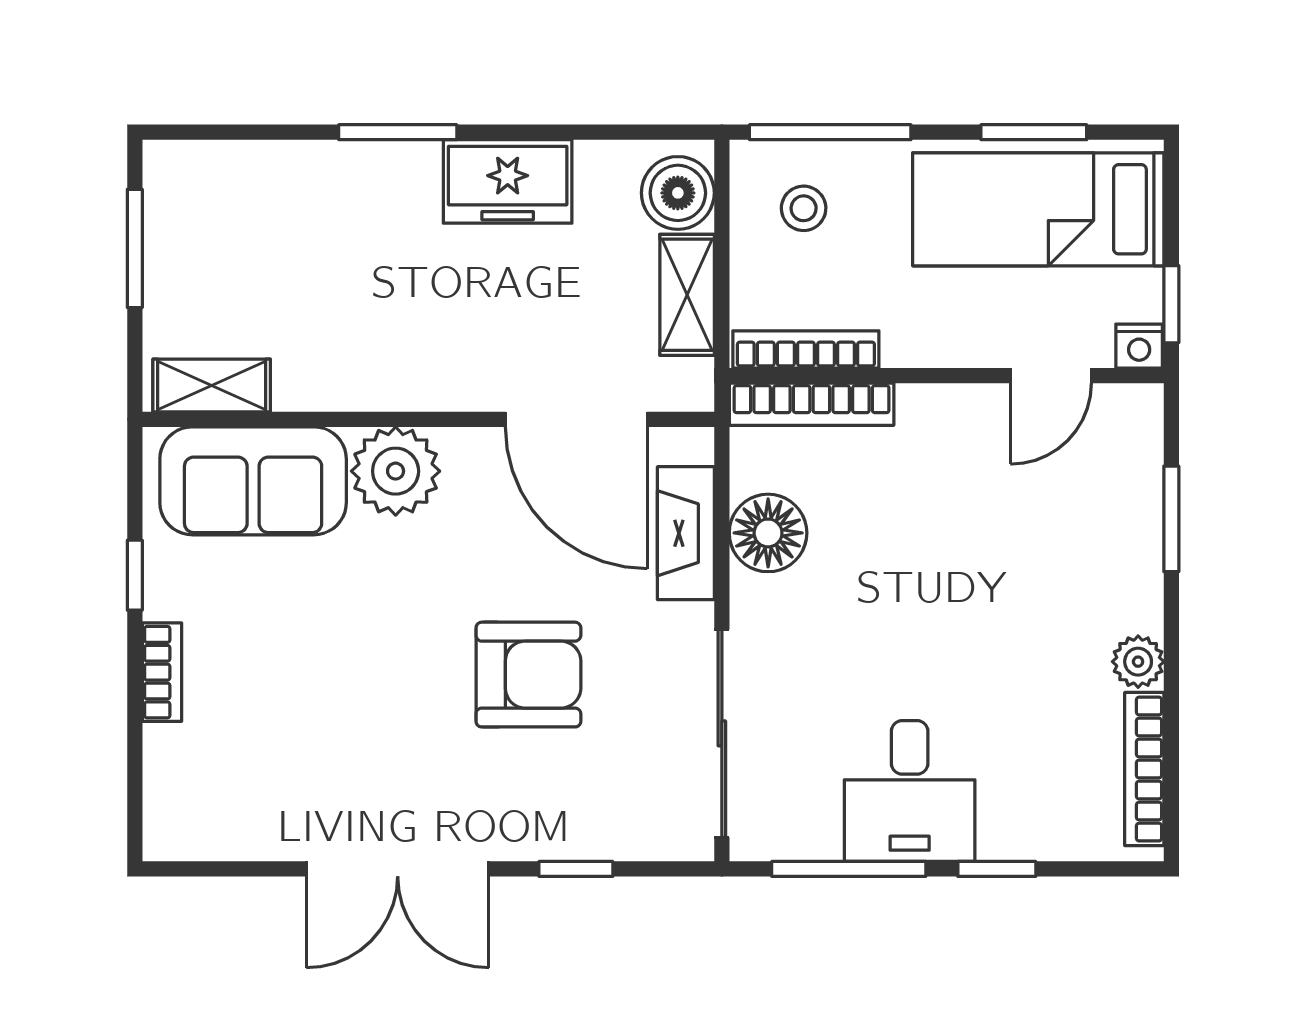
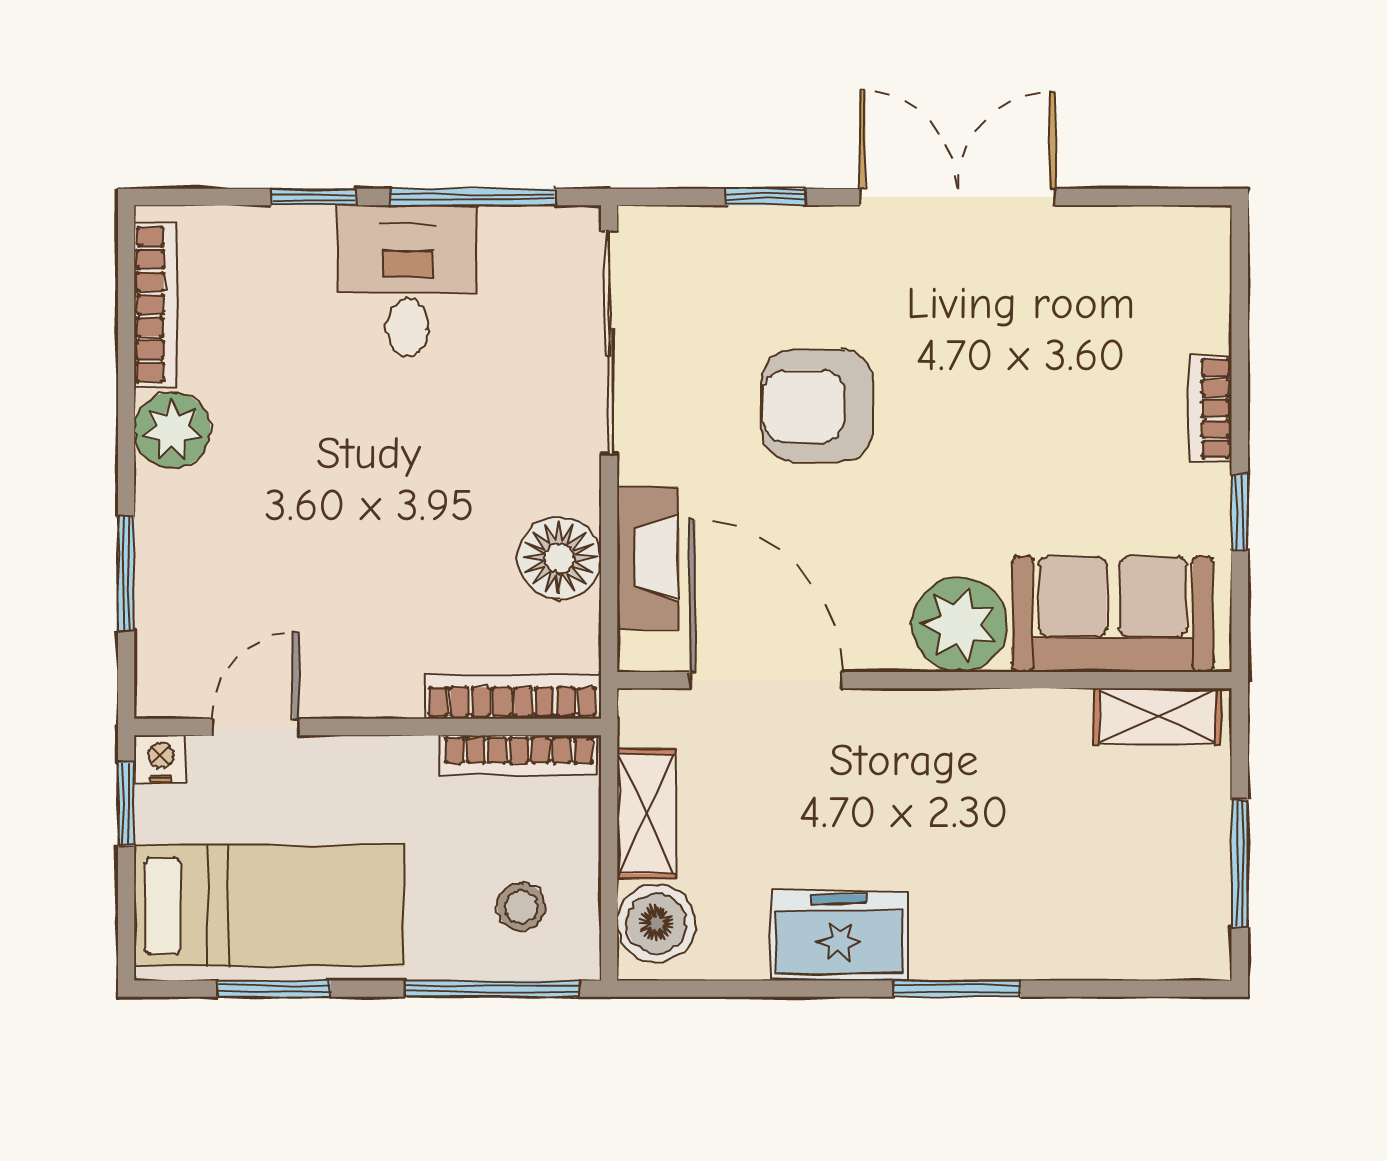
plant: (1138, 662) -> (172, 430), width x1.38, depth x1.38

